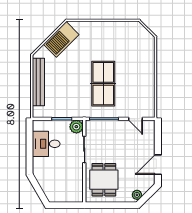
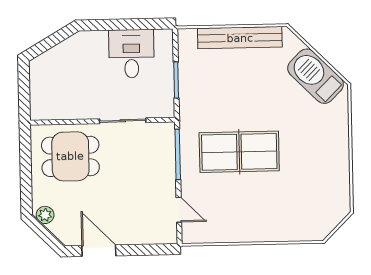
door: (136, 119) -> (179, 210), swing flipped
plant: (76, 127) -> (163, 106), removed

